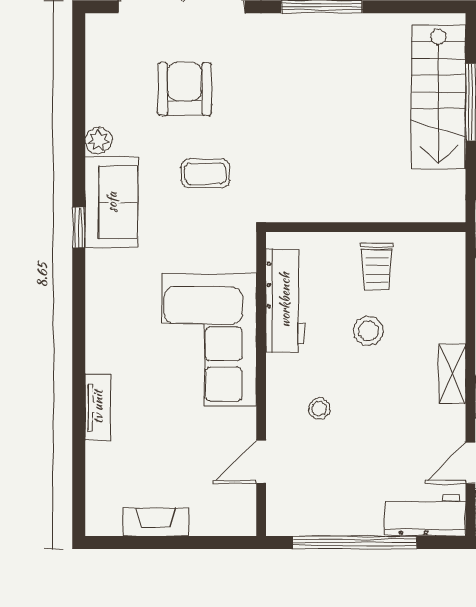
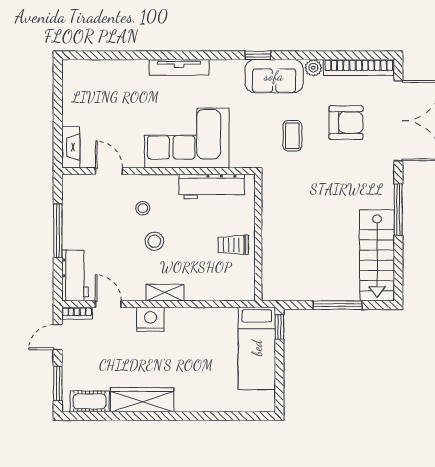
bookcase: (98, 69) -> (359, 67), added
stairs: (438, 97) -> (377, 255), moved, turned -90
stool: (368, 331) -> (154, 241), moved
tv unit: (98, 407) -> (179, 67), moved, width x1.41
fireplace: (156, 522) -> (71, 147), moved
window: (355, 542) -> (58, 231), width x0.68

